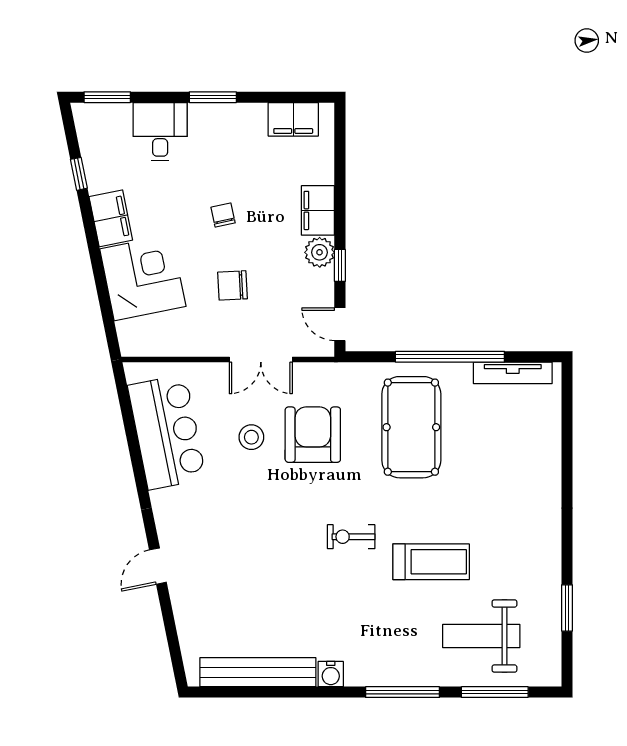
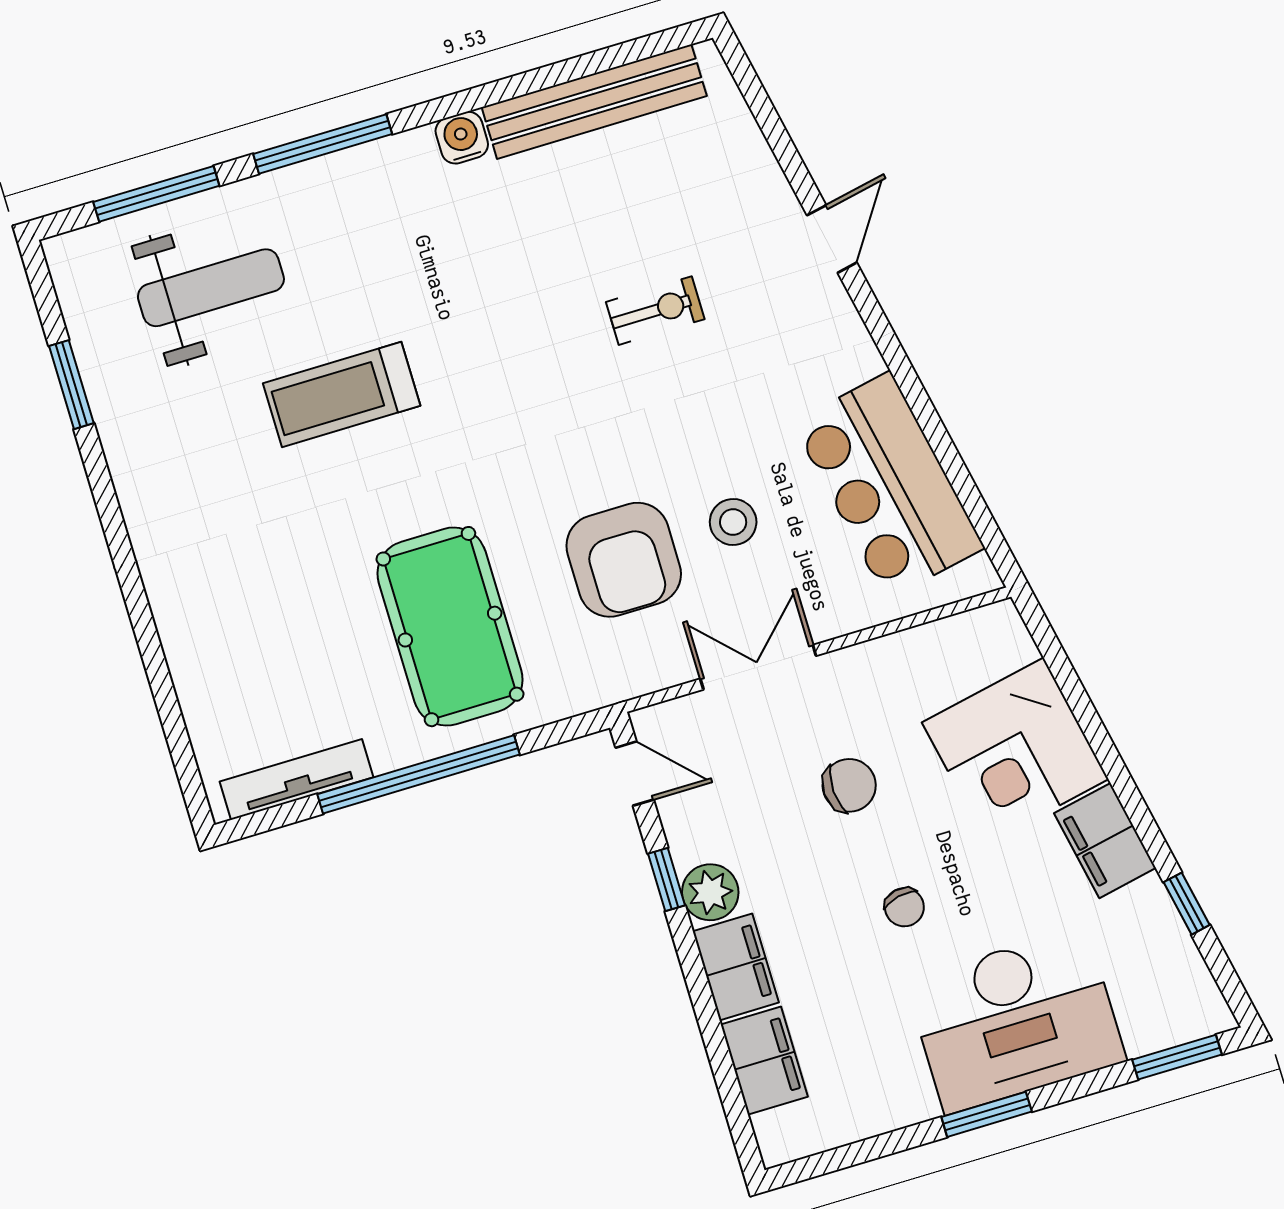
filing cabinet: (293, 119) -> (764, 1061), moved, turned 90
desk: (160, 132) -> (1016, 1020), width x1.87, depth x1.30
exercise bike: (351, 537) -> (655, 311), moved

